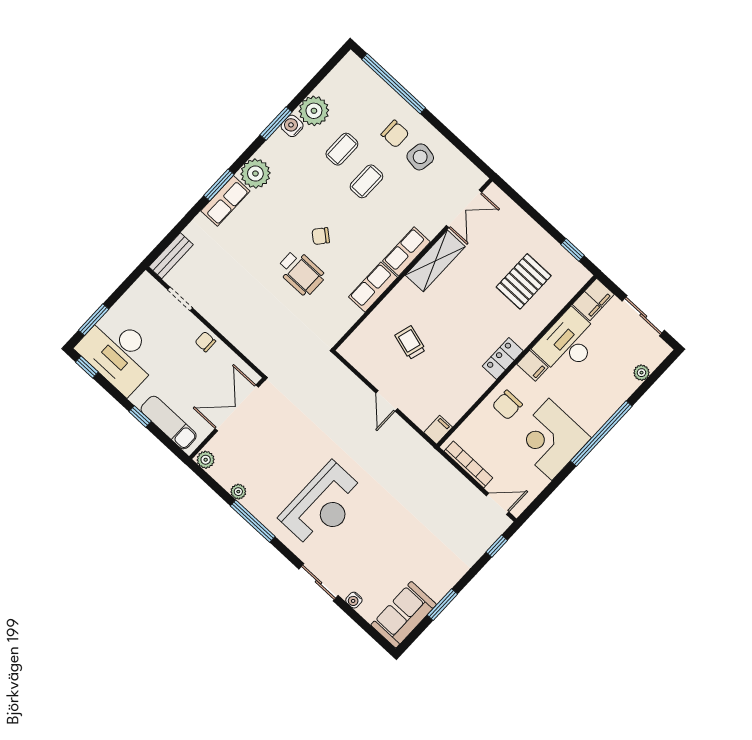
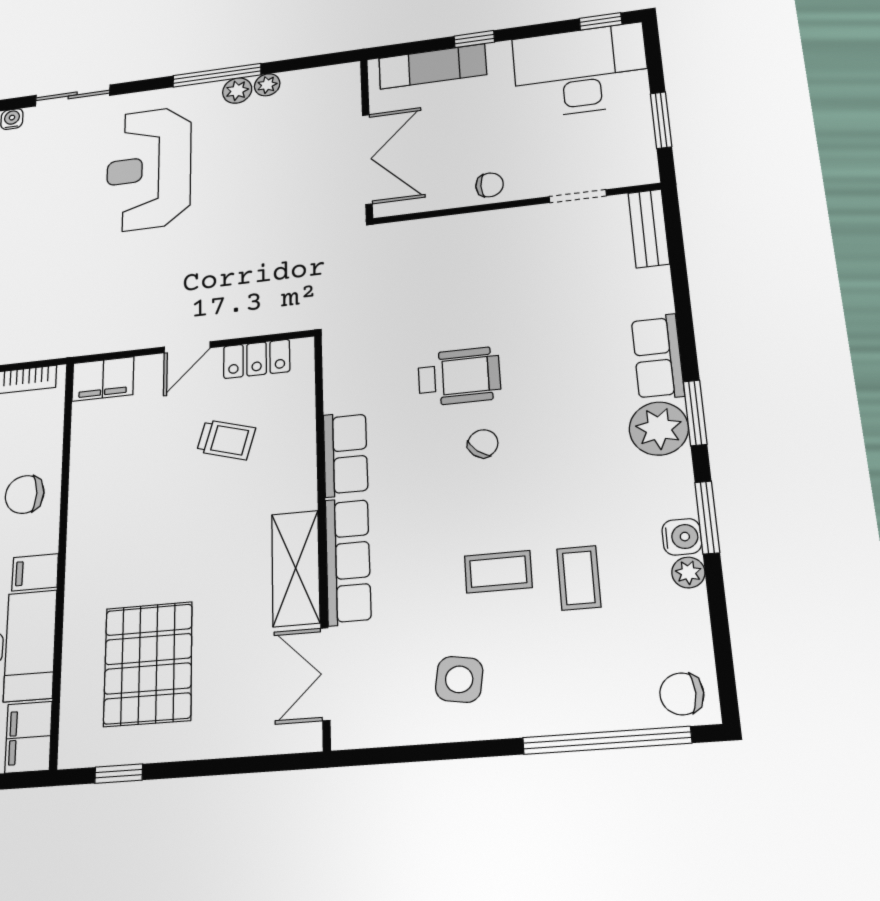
plant: (314, 111) -> (688, 573), width x0.53, depth x0.53
chair: (395, 134) -> (682, 694), moved
coffee table: (366, 181) -> (498, 572), turned 90
window: (219, 185) -> (695, 413), moved
row of seats: (406, 251) -> (348, 561), width x1.48
wheelchair: (301, 273) -> (459, 376), turned 180
pallet: (524, 281) -> (148, 664), width x1.37, depth x1.41
window: (94, 320) -> (661, 120), moved
locker: (503, 359) -> (257, 359), moved, turned 90
door: (387, 401) -> (187, 347), swing flipped
chair: (507, 405) -> (25, 494), turned -90
filing cabinet: (438, 430) -> (103, 379), width x2.00
plant: (206, 460) -> (237, 91), moved

